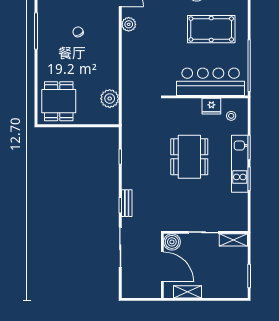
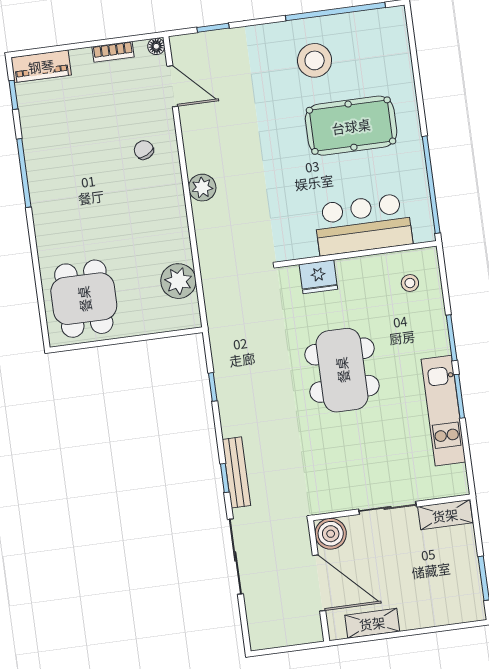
plant: (129, 24) -> (202, 188), moved
chair: (78, 32) -> (144, 150), moved
bar counter: (211, 82) -> (363, 224), width x0.73
fridge: (211, 106) -> (318, 277), moved
kitchen unit: (240, 164) -> (443, 411), moved
bench: (127, 203) -> (236, 472), width x1.36

